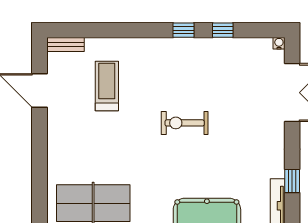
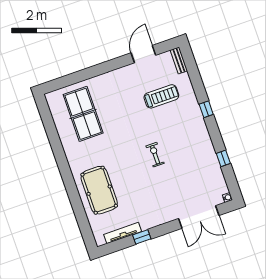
window: (183, 30) -> (206, 109), moved
exercise bike: (185, 123) -> (155, 155), width x0.73, depth x0.72

